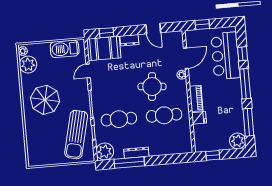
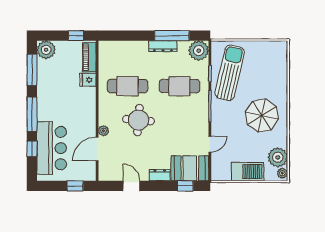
barbecue: (65, 49) -> (248, 172), moved
piano: (196, 98) -> (89, 57), moved

